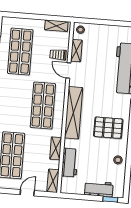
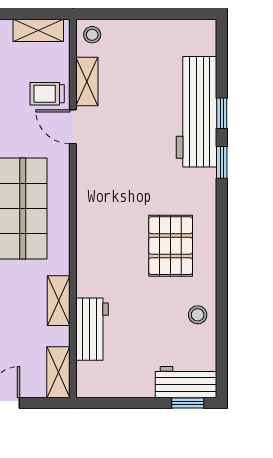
shelving: (74, 113) -> (92, 219), removed
pallet: (108, 128) -> (171, 246), turned 90
workbench: (99, 189) -> (186, 382), moved

